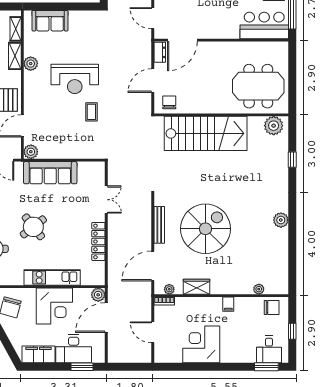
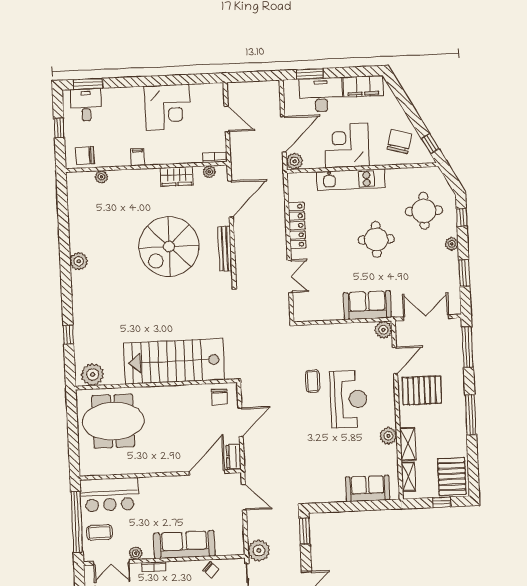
reception desk: (75, 79) -> (349, 399), moved, turned 90
sofa: (50, 173) -> (367, 305), width x0.73
double door: (106, 200) -> (290, 276), swing flipped
round table: (33, 227) -> (376, 239), turned 38

